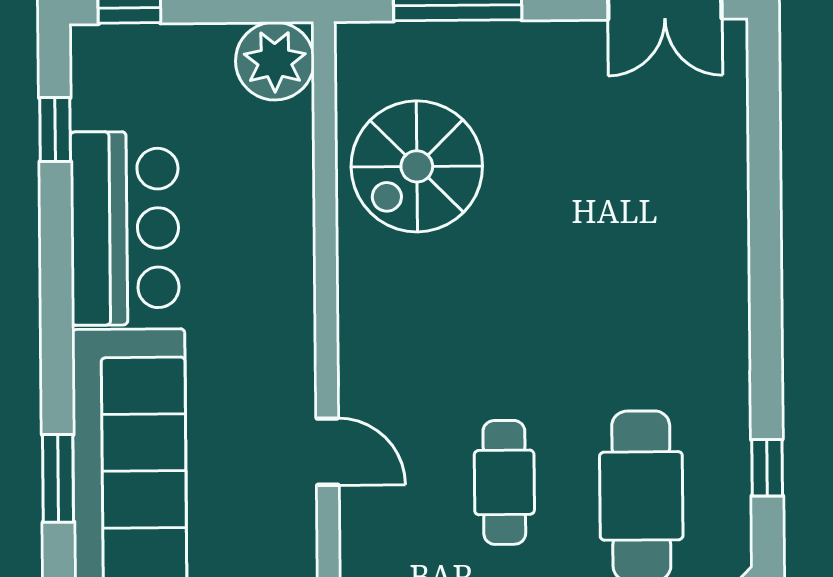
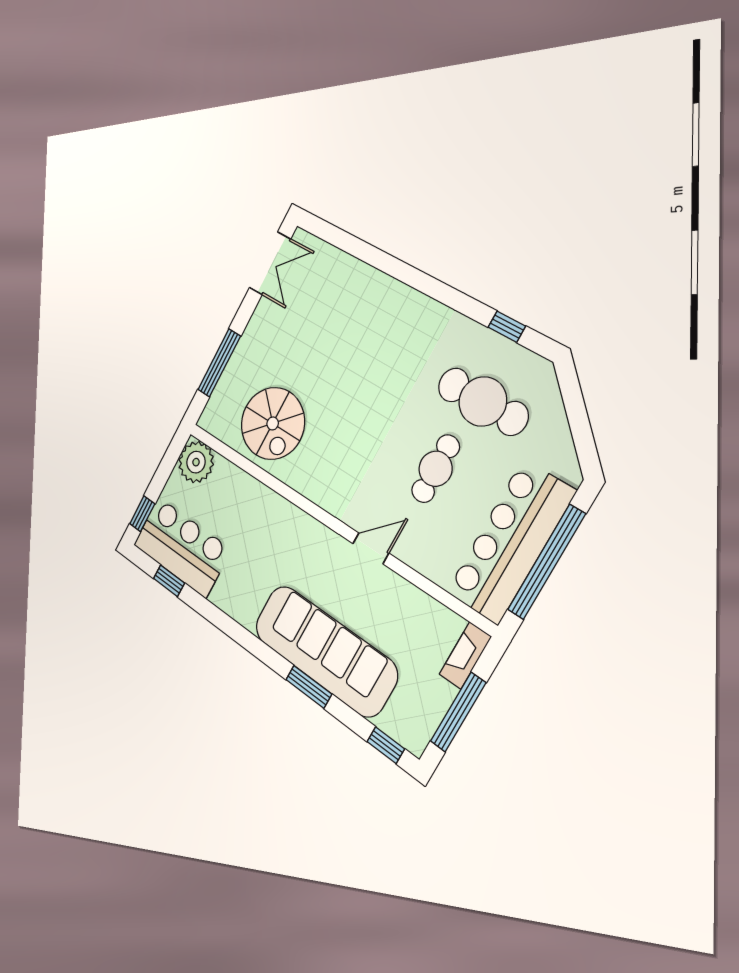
bar counter: (125, 228) -> (182, 547), moved
cafe table: (504, 482) -> (436, 469), turned 90

